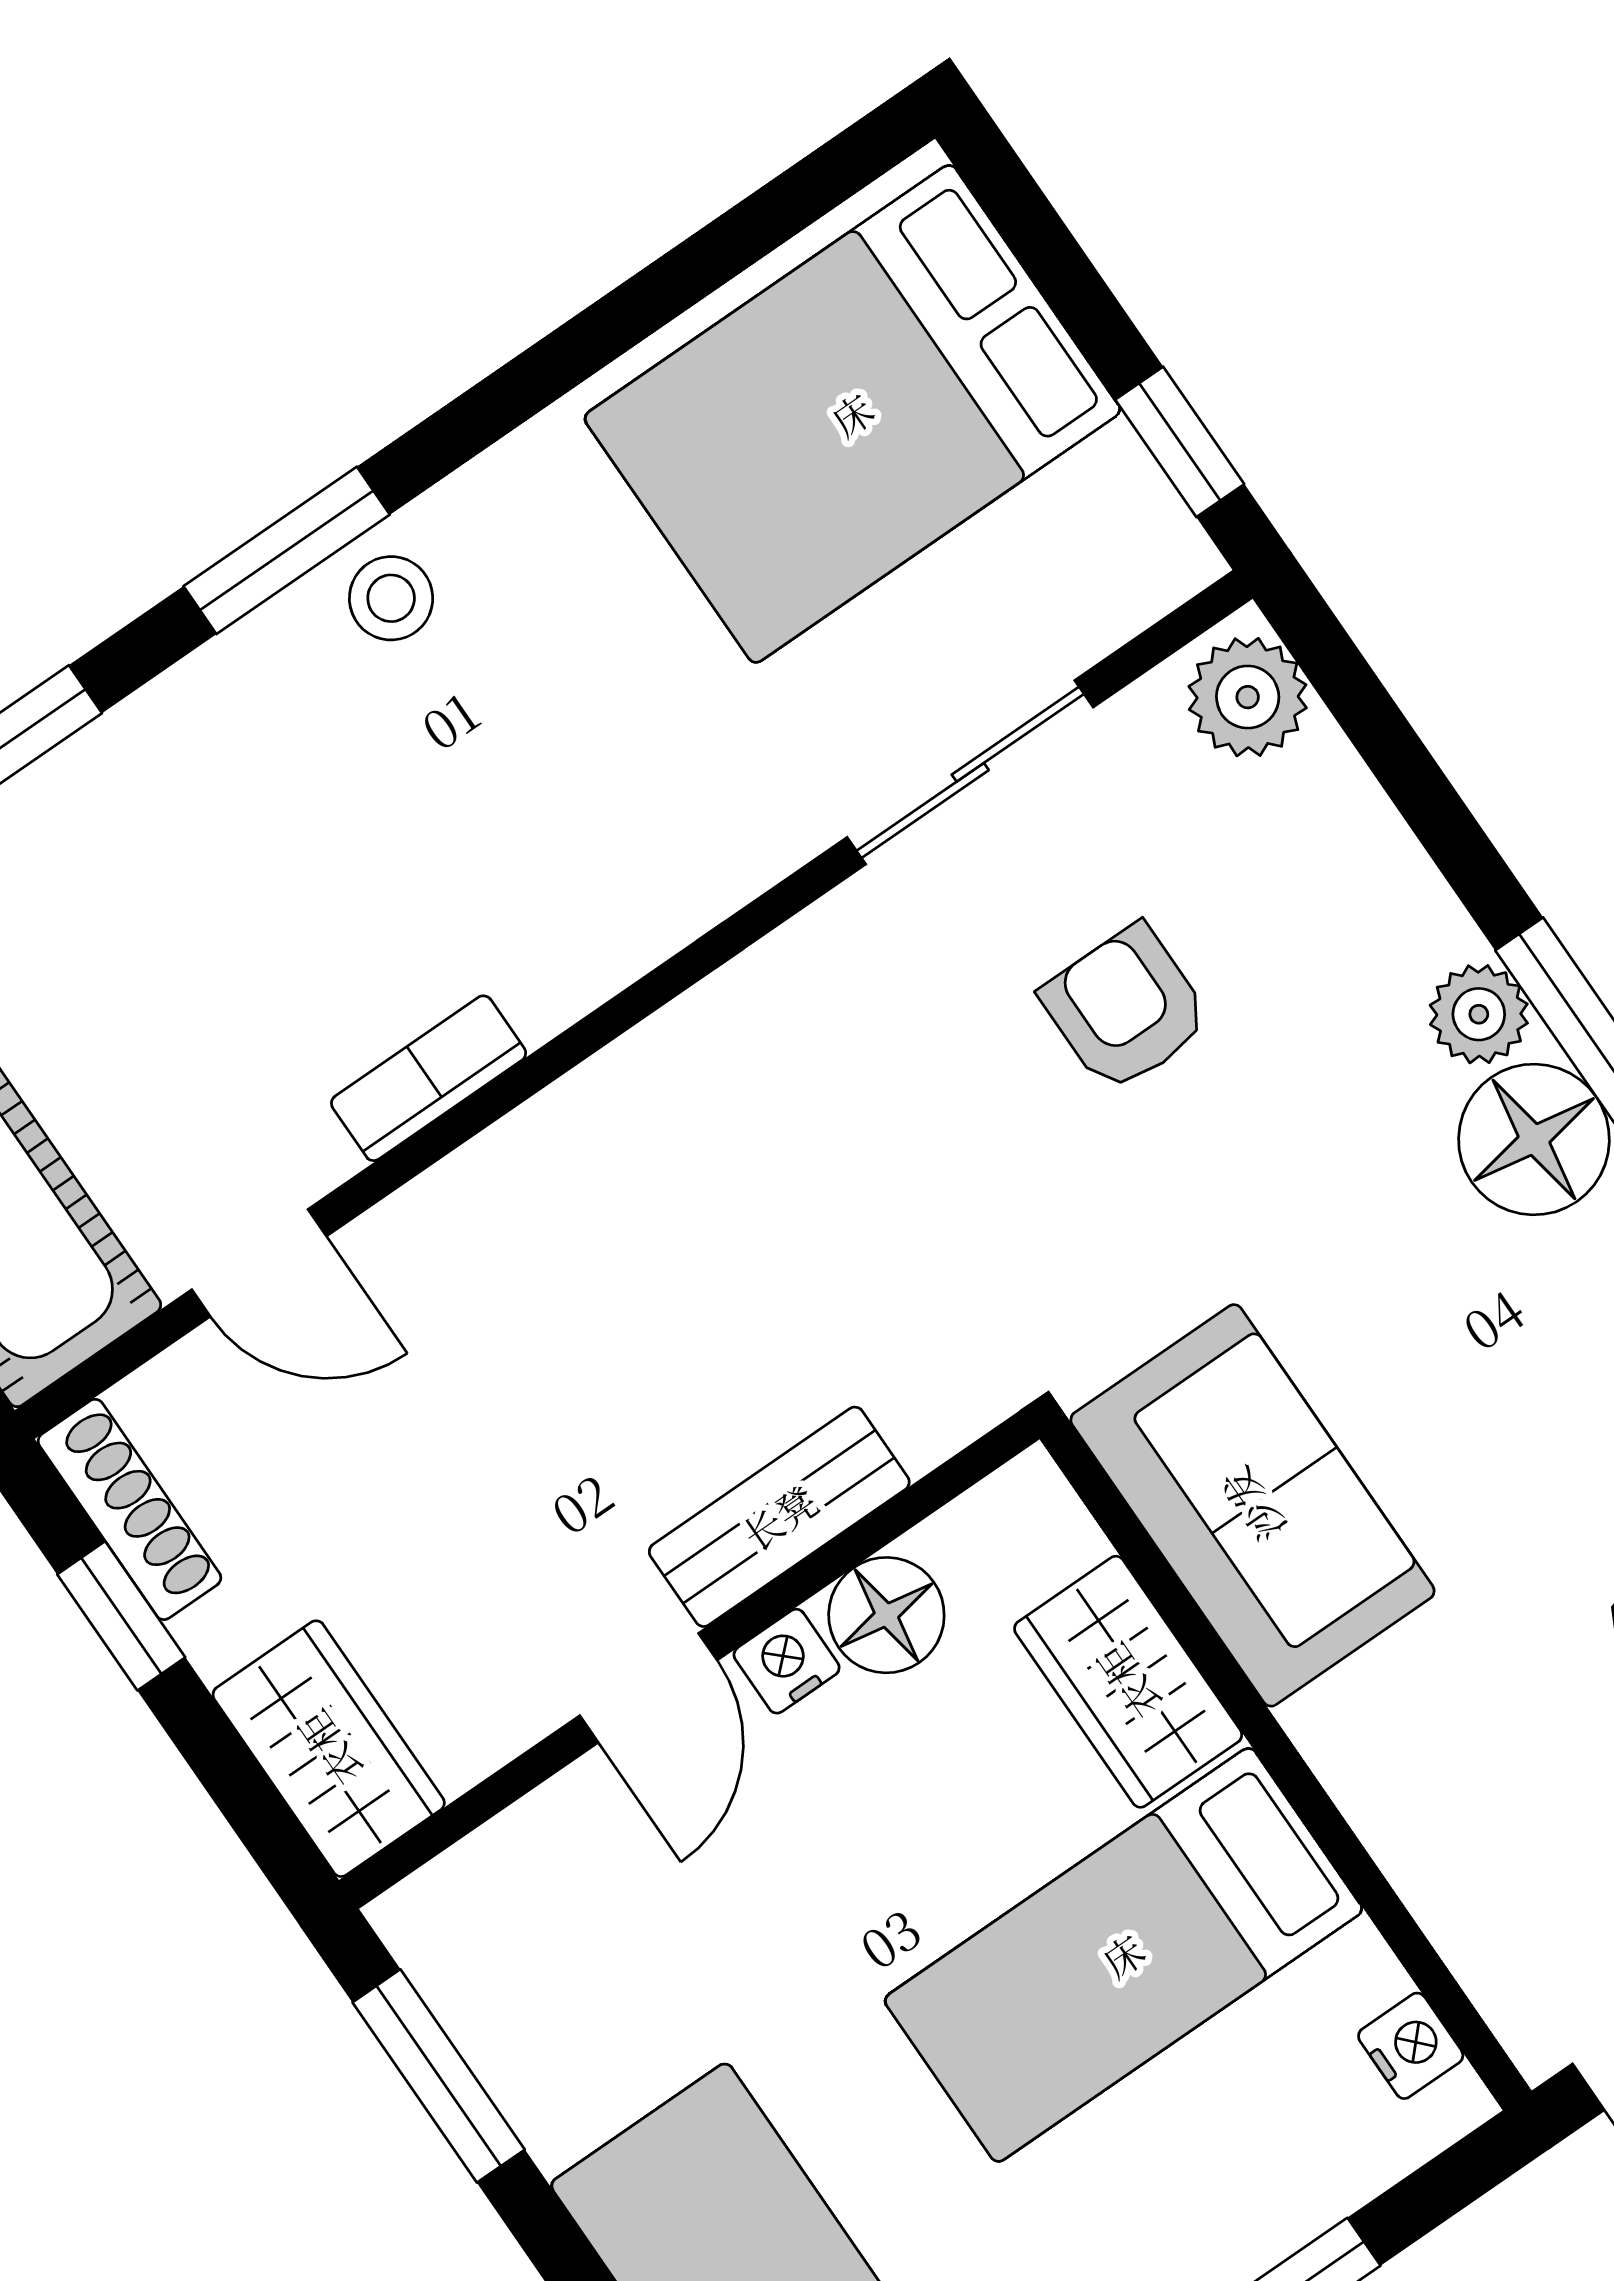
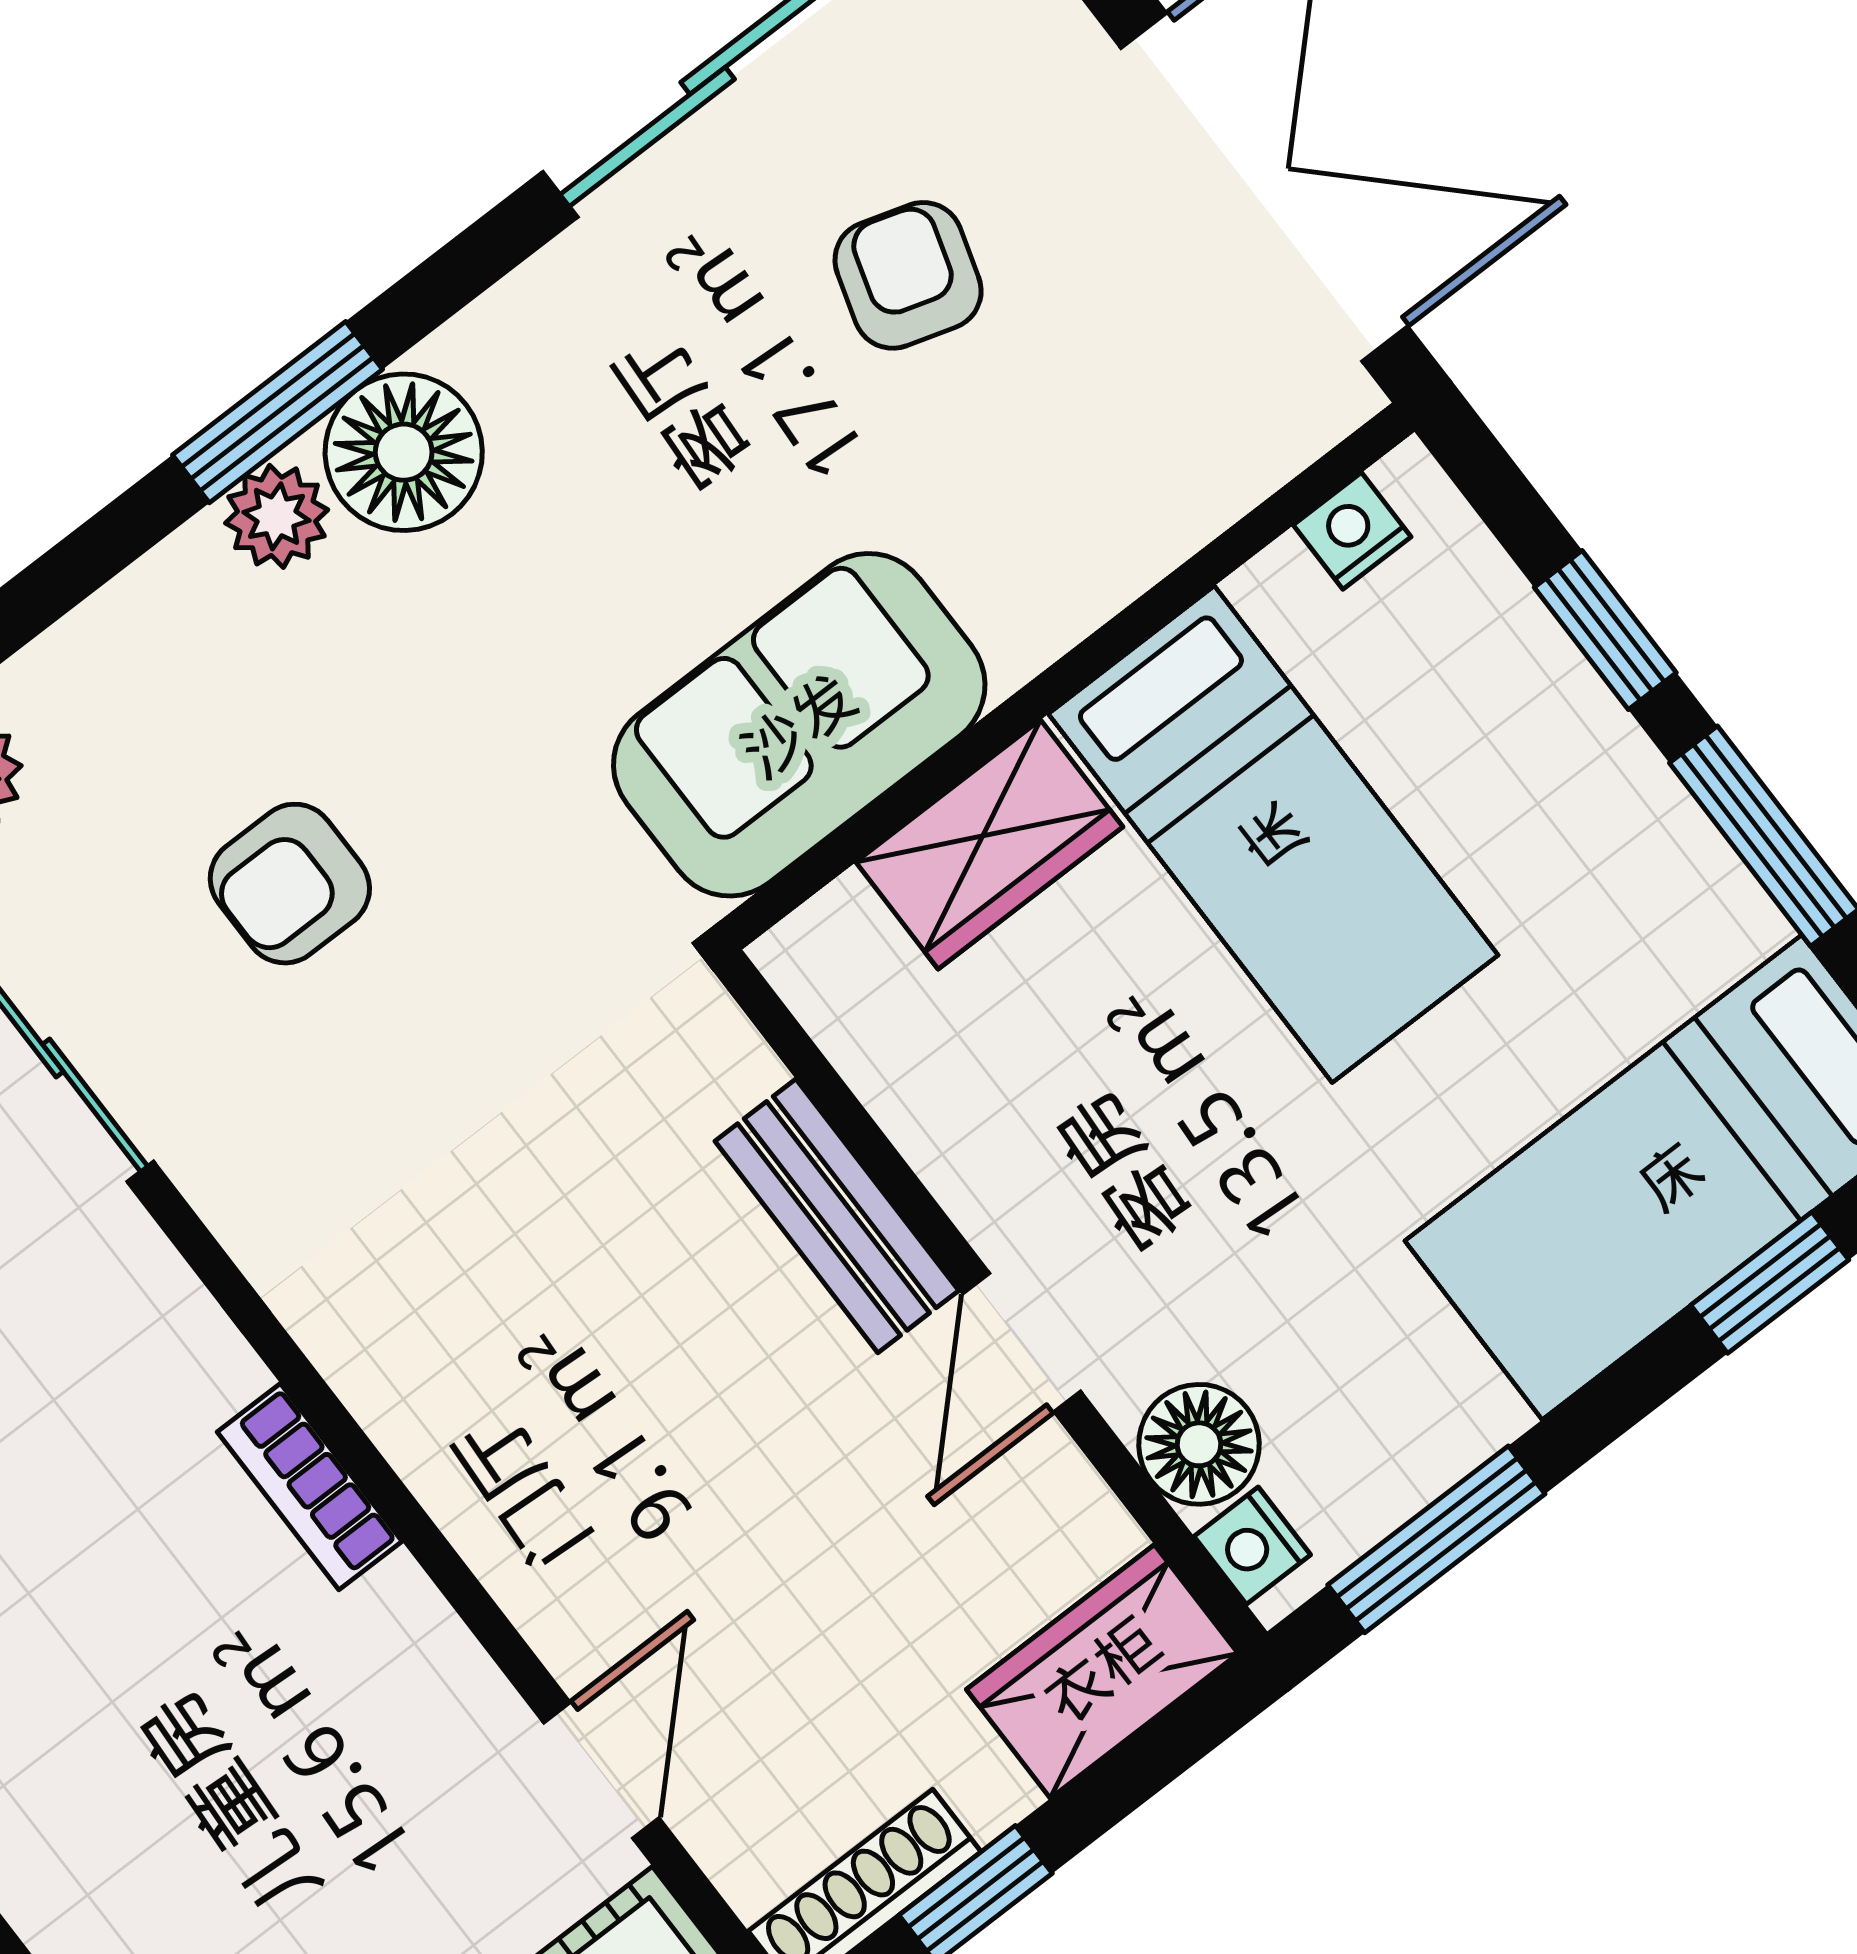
bookcase: (429, 1078) -> (310, 1487), moved
floor lamp: (886, 1615) -> (1199, 1444), moved
nightstand: (787, 1661) -> (1252, 1546), moved
door: (648, 1688) -> (1022, 1343), swing flipped

